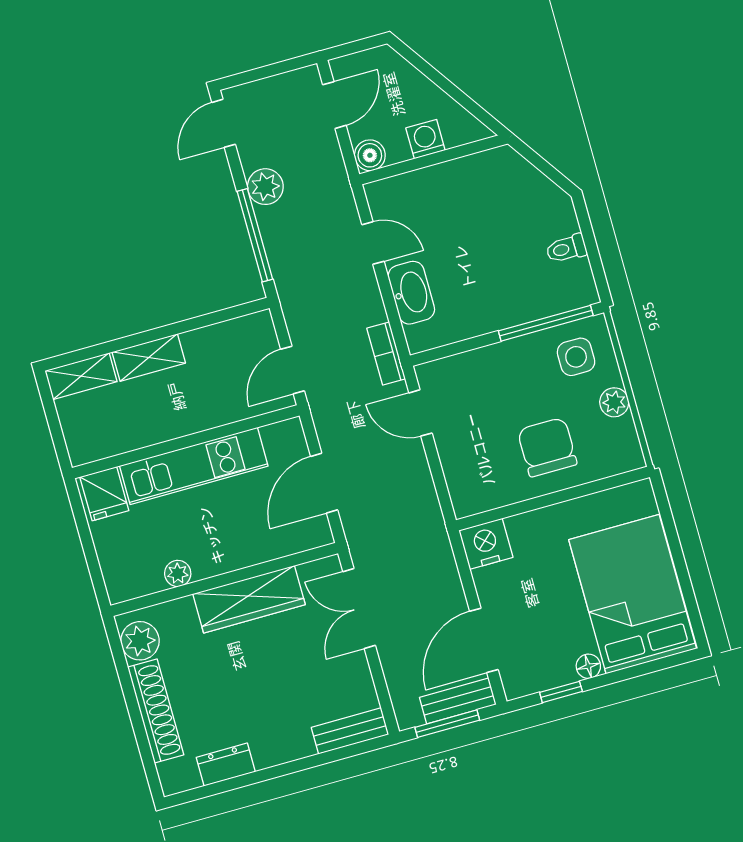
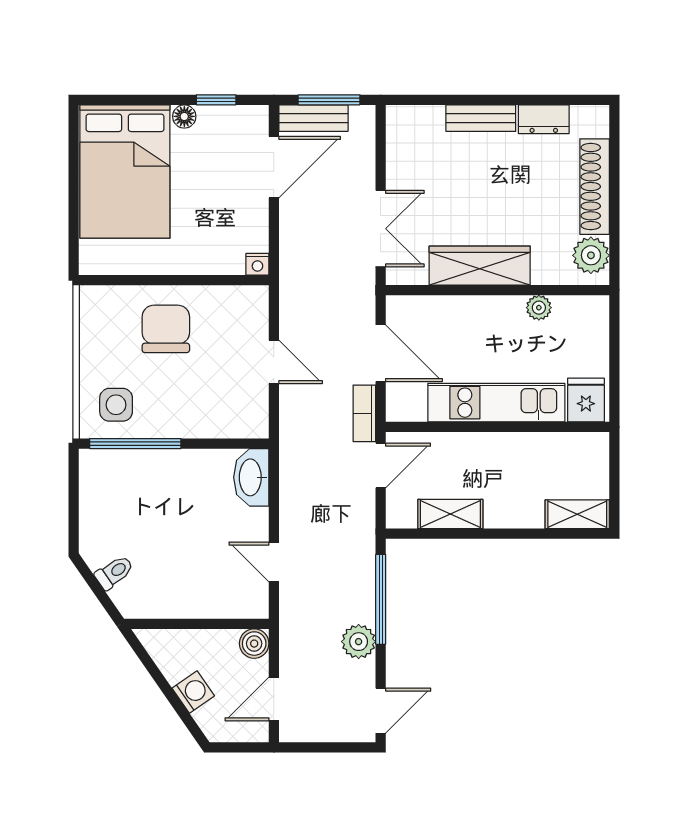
washing machine: (425, 139) -> (193, 692), moved, turned -125
toilet: (566, 249) -> (114, 572), moved, turned -35
washbasin: (411, 293) -> (251, 477), moved
bookcase: (386, 354) -> (364, 413), moved, turned 180
shelving: (149, 358) -> (450, 514), moved
plant: (614, 402) -> (93, 353), removed
door: (420, 413) -> (274, 362), moved
chair: (547, 447) -> (166, 329), turned 180
door: (324, 483) -> (381, 353), hinge flipped
nightstand: (486, 544) -> (257, 264), width x0.53, depth x0.56
bench: (350, 731) -> (481, 118), moved

